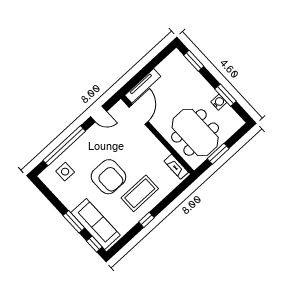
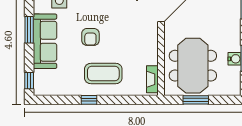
armchair: (108, 177) -> (90, 37), width x0.53, depth x0.53
window: (74, 222) -> (29, 30), moved
sofa: (95, 224) -> (45, 41), moved

